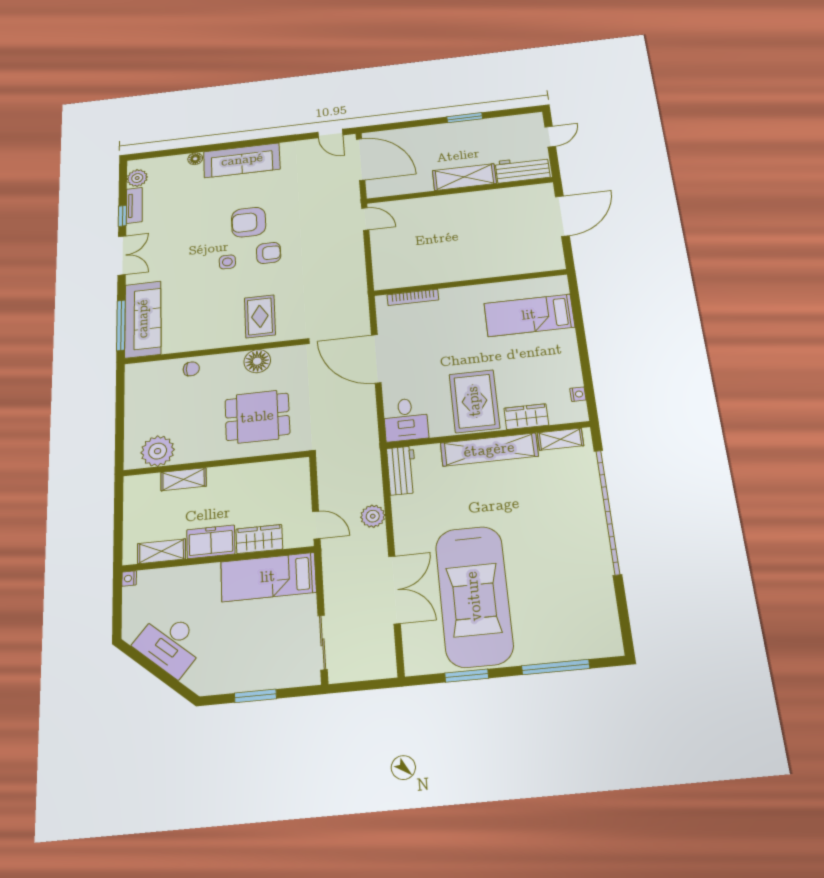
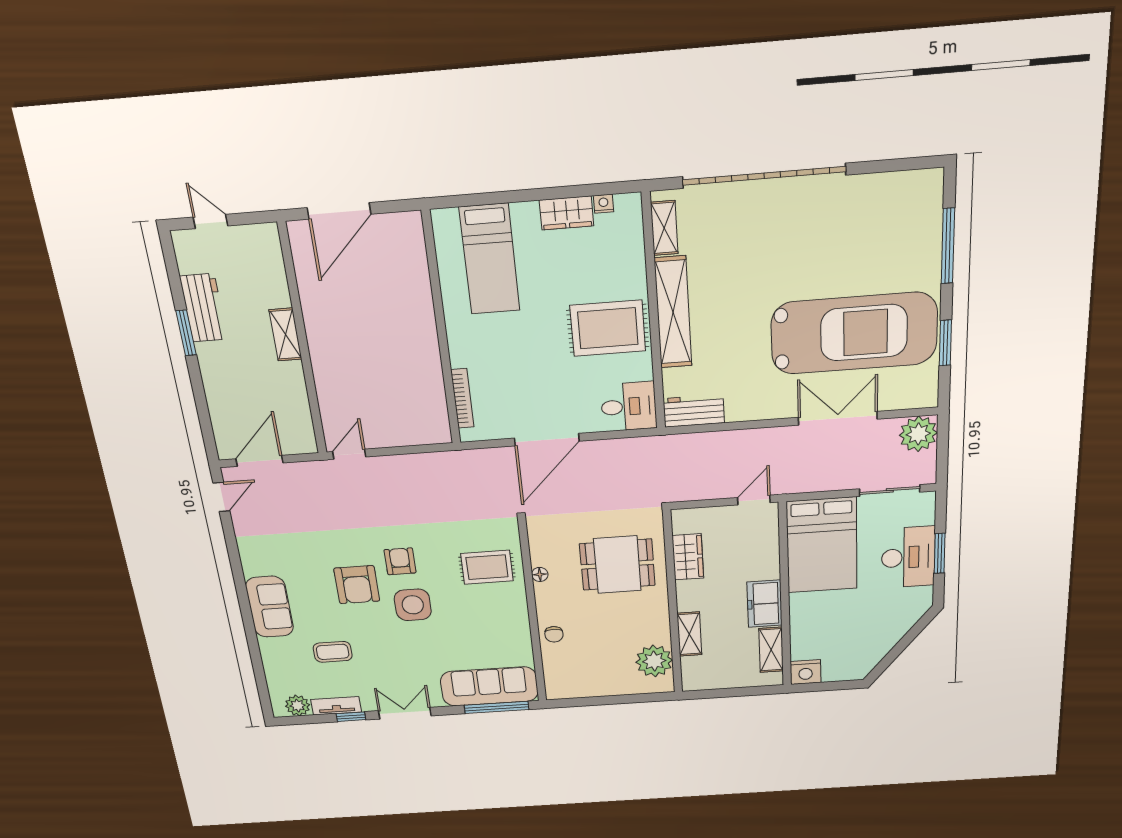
floor lamp: (195, 159) -> (267, 647), removed
door: (361, 159) -> (259, 461), width x0.73
sofa: (242, 160) -> (270, 607), width x0.73
workbench: (523, 169) -> (204, 308), moved, turned 180
shelving: (464, 177) -> (285, 335), width x0.67, depth x0.75
coffee table: (187, 204) -> (333, 652), added
door: (562, 216) -> (339, 211), swing flipped
side table: (227, 262) -> (413, 605), width x1.87, depth x1.87
floor lamp: (257, 361) -> (540, 574), width x0.53, depth x0.53
chair: (191, 369) -> (554, 634), turned 180
dining table: (257, 417) -> (617, 565), turned 90
wardrobe: (526, 417) -> (567, 213), moved, turned -90
plant: (373, 516) -> (918, 434), moved, width x1.36, depth x1.36
wardrobe: (259, 539) -> (688, 557), moved, turned 180
bed: (268, 577) -> (822, 545), width x1.50
nightstand: (129, 578) -> (806, 672), width x1.89, depth x1.79
desk: (170, 643) -> (908, 557), moved, turned -40

